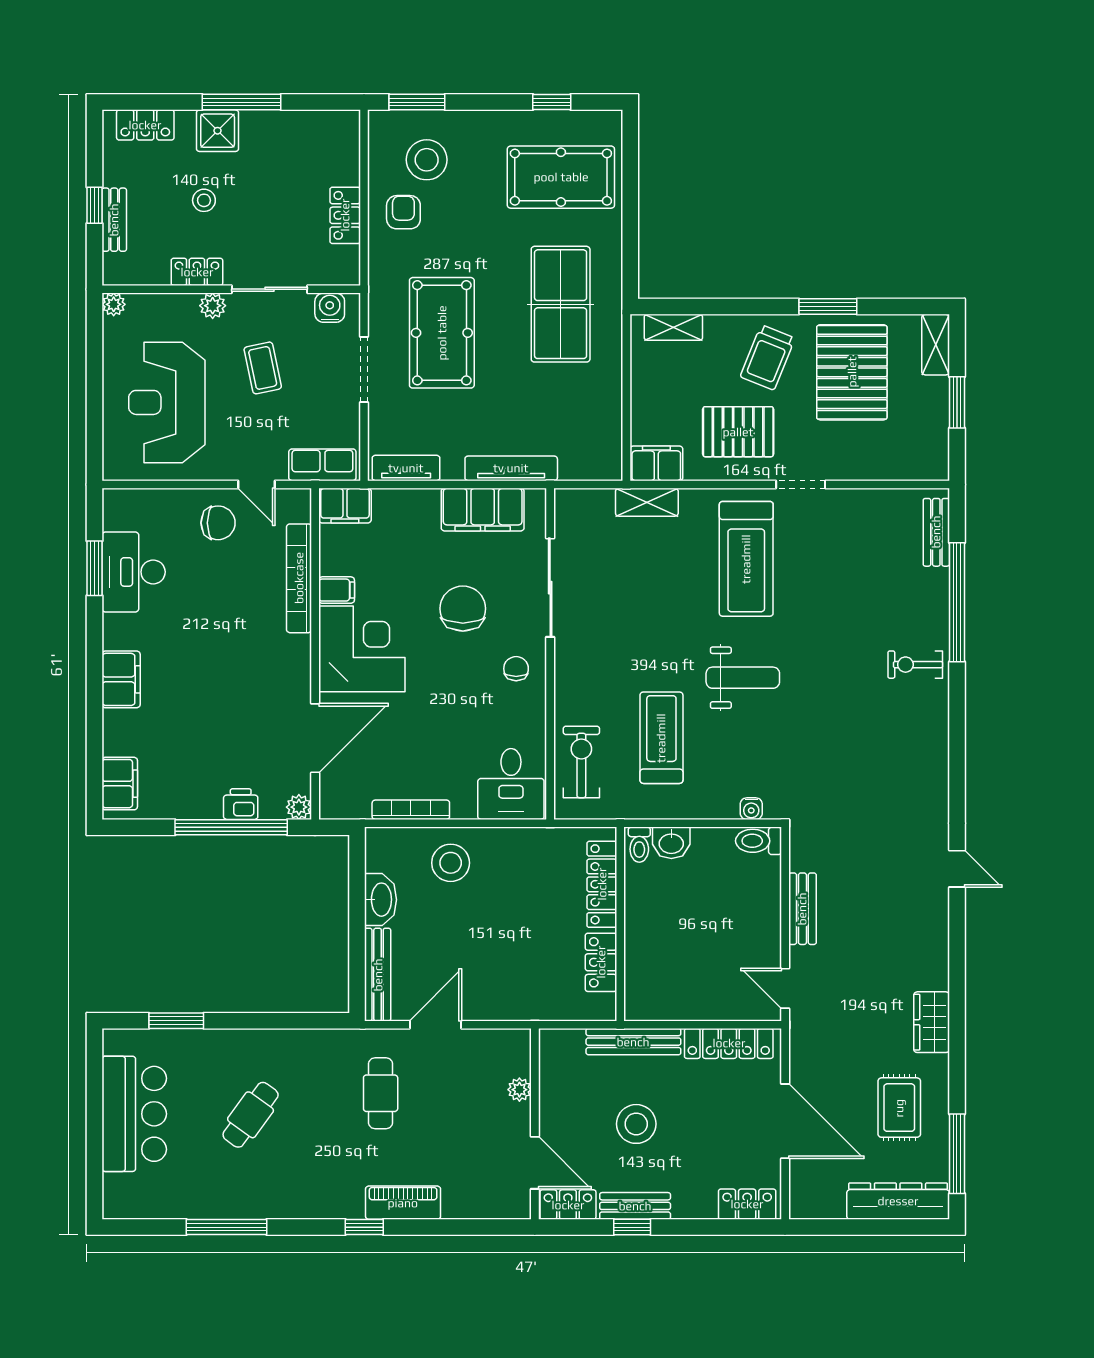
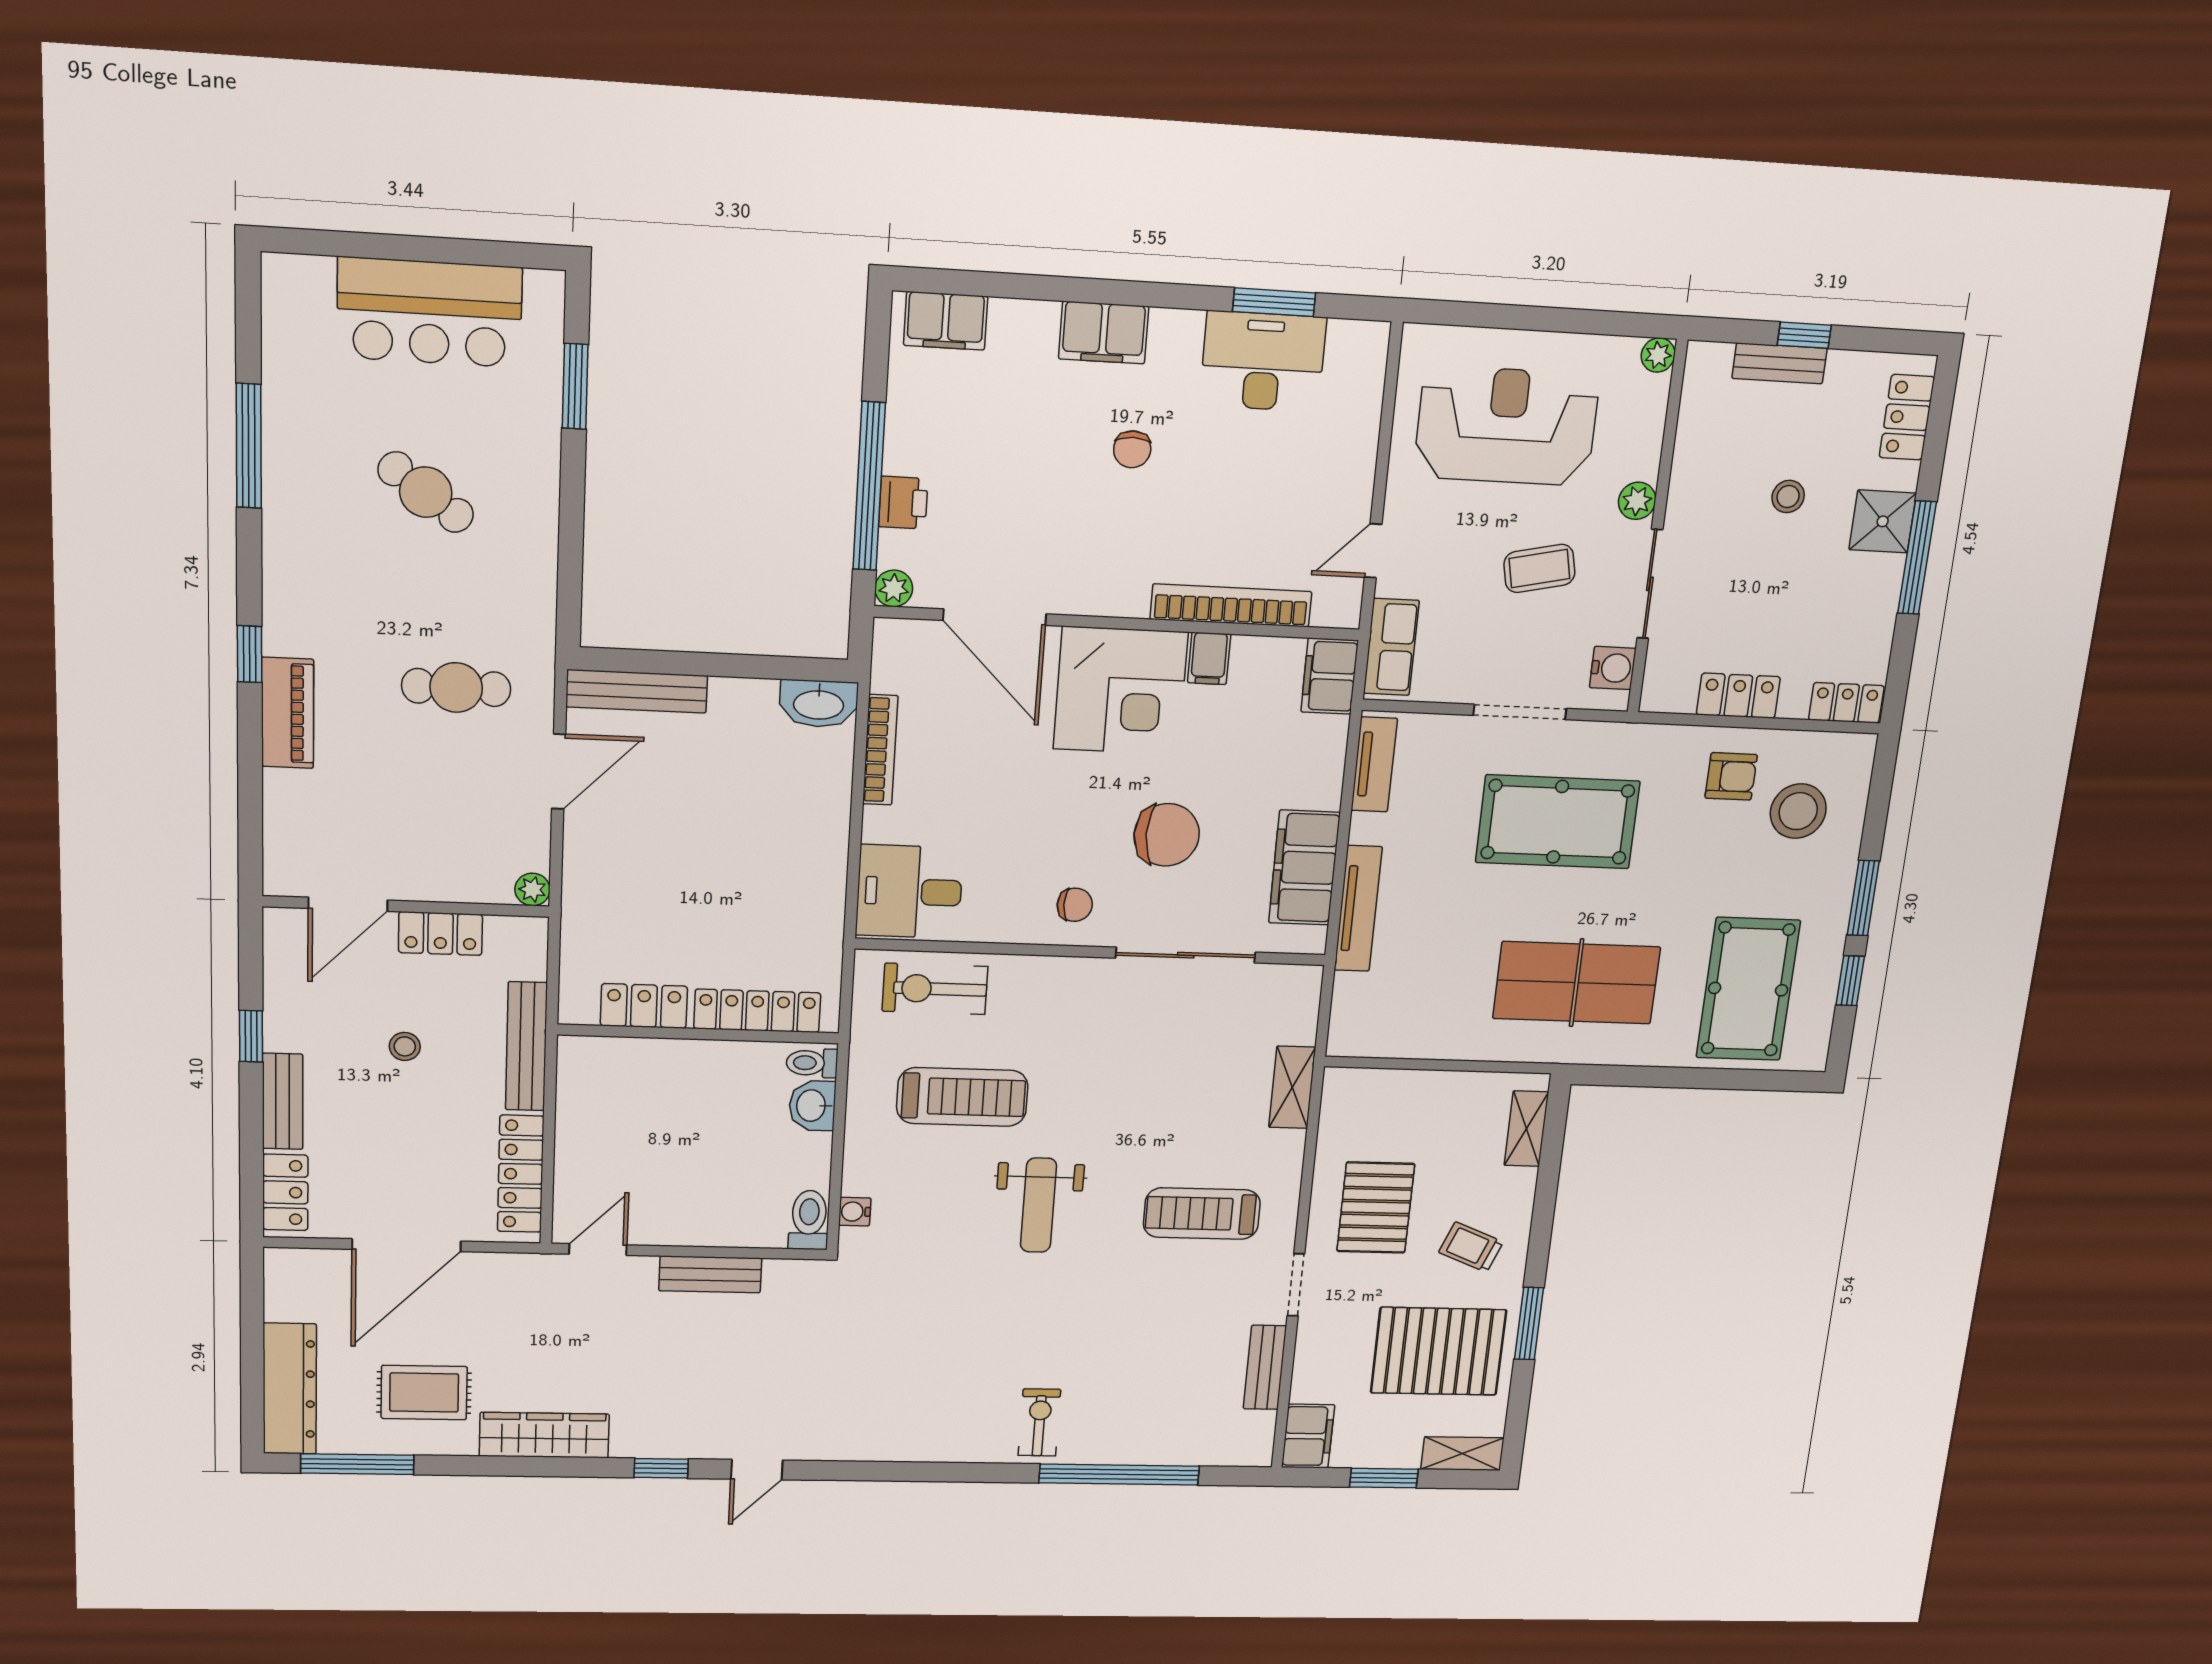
window: (417, 102) -> (1863, 898), moved
locker: (197, 272) -> (1846, 703), moved, turned -90
trolley: (768, 357) -> (1471, 1247), width x0.73, depth x0.72
filing cabinet: (656, 463) -> (1308, 1436), moved
chair: (218, 523) -> (1132, 449), moved, width x0.73, depth x0.73
bench: (936, 532) -> (1265, 1367), moved, turned 90
treadmill: (746, 559) -> (1202, 1214), width x0.73, depth x0.73
exercise bike: (581, 762) -> (935, 989), turned 180
stool: (451, 863) -> (799, 803), removed
washbasin: (380, 900) -> (819, 704), moved
window: (957, 938) -> (661, 1468), added
wardrobe: (932, 1022) -> (544, 1435), width x1.50
door: (436, 1025) -> (559, 771), hinge flipped
plant: (519, 1090) -> (532, 889), moved
stool: (636, 1124) -> (405, 1046), width x0.53, depth x0.53
locker: (568, 1205) -> (440, 933), moved, turned 90
bench: (635, 1206) -> (283, 1101), moved

